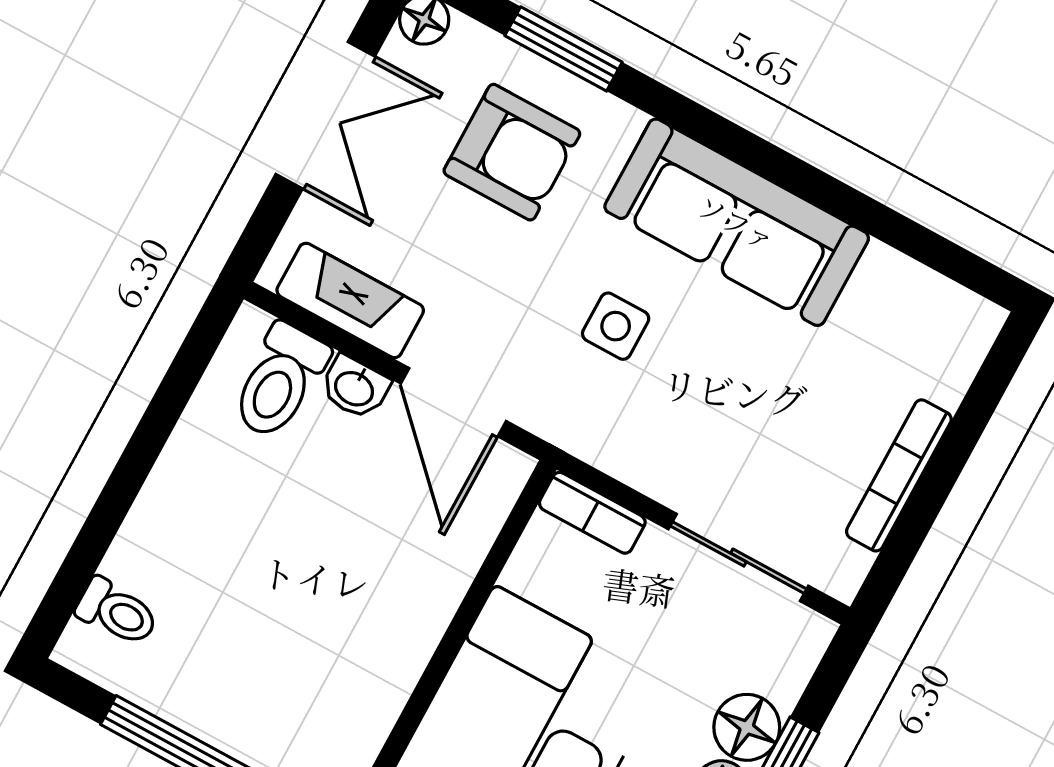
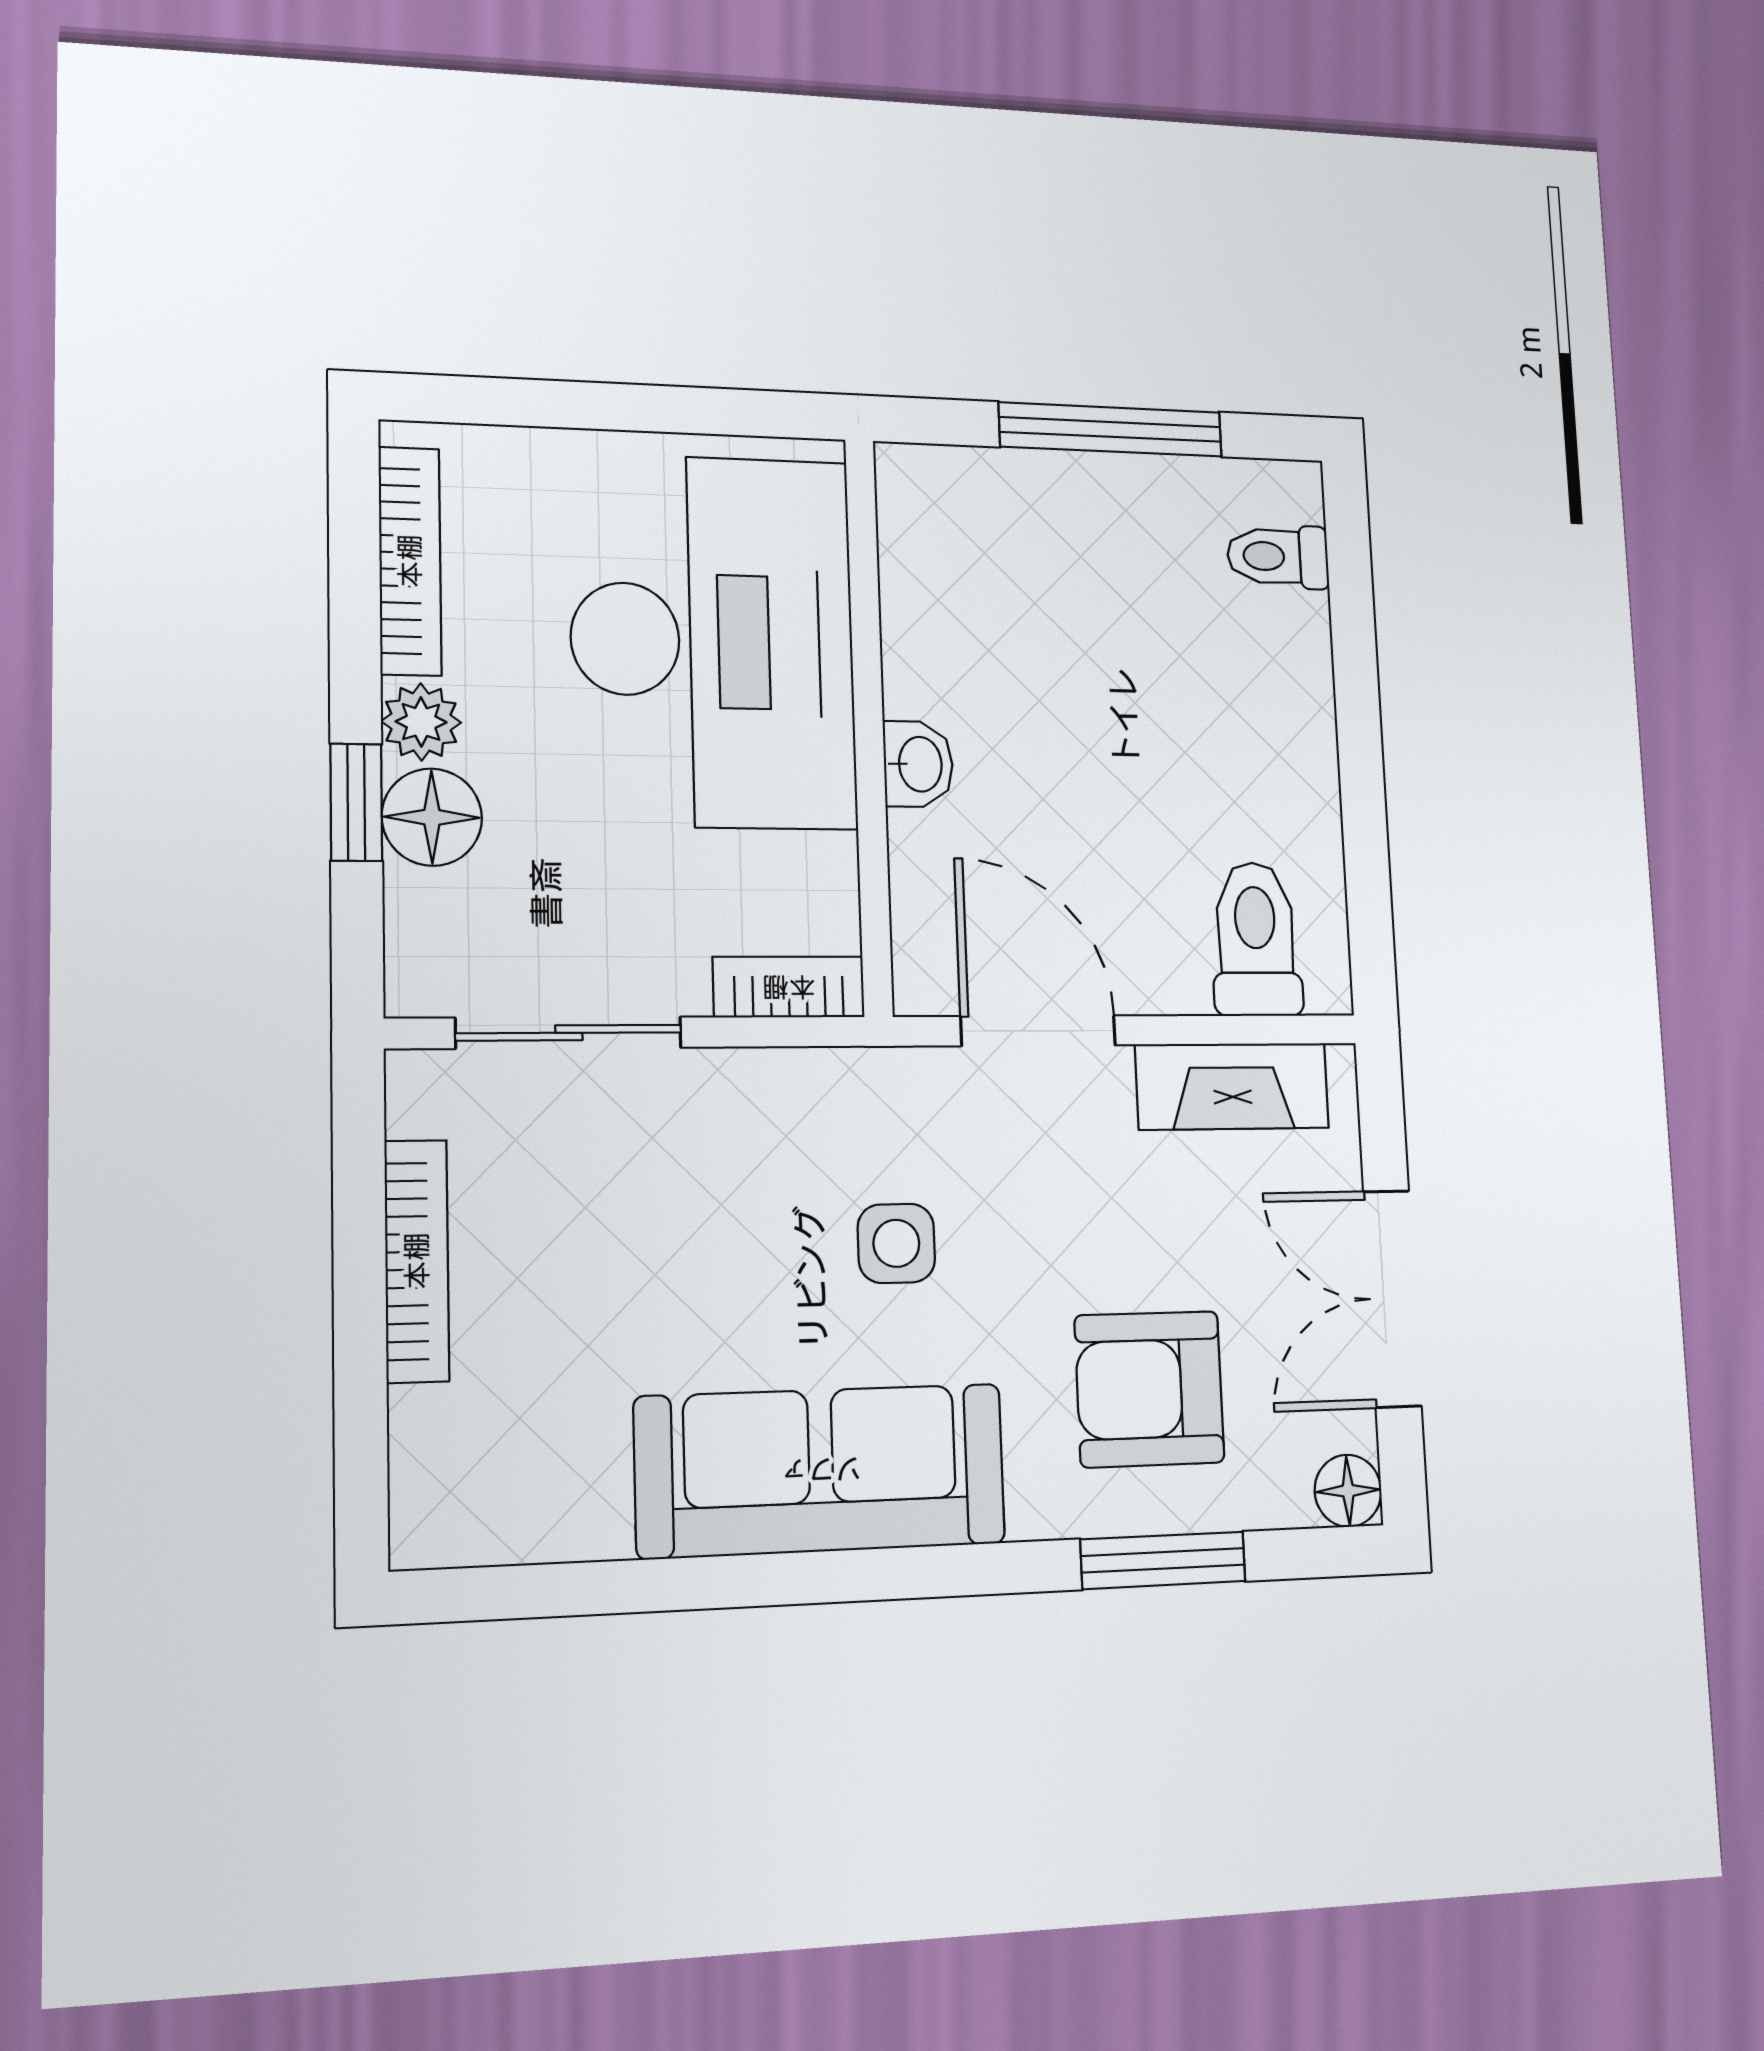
washbasin: (355, 387) -> (918, 764), moved, turned 90

